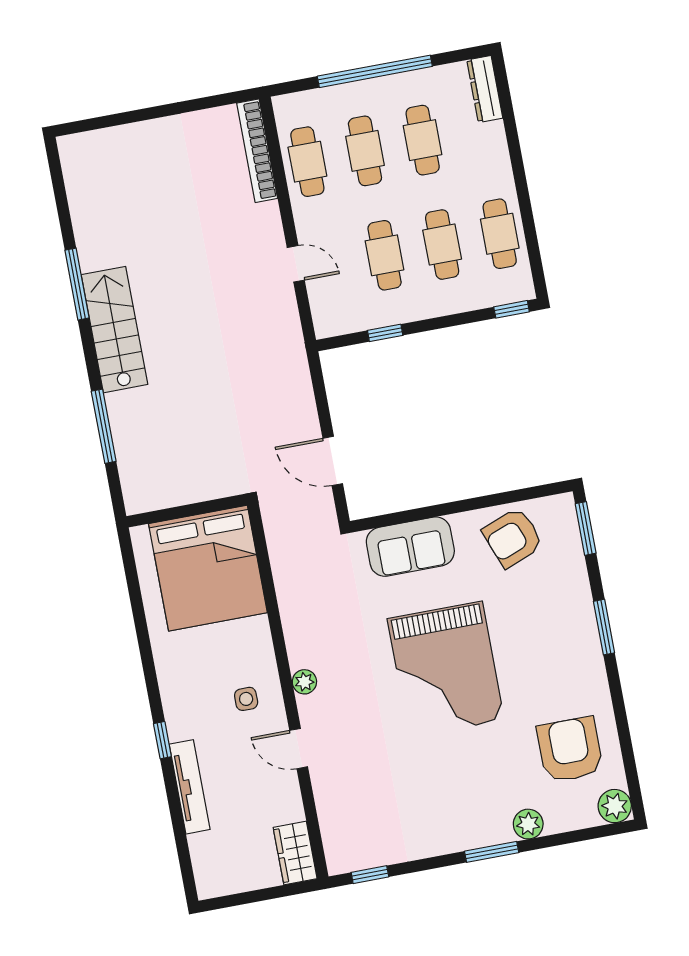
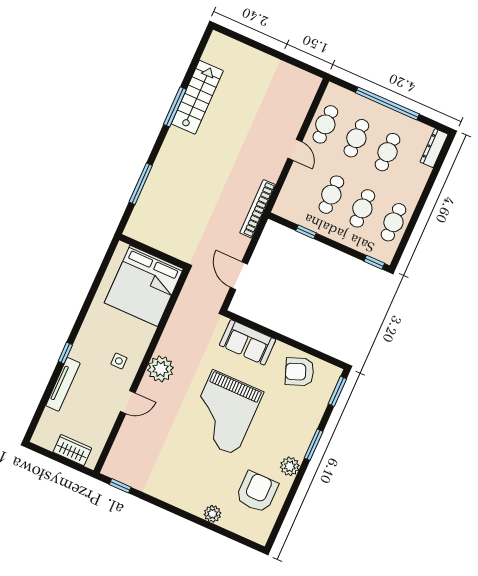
bookcase: (257, 151) -> (258, 209), moved
door: (296, 264) -> (295, 150), moved
stairs: (114, 330) -> (197, 97), moved
plant: (304, 682) -> (161, 369), width x1.88, depth x1.88
door: (299, 749) -> (128, 402), swing flipped
plant: (615, 806) -> (290, 466), moved
window: (492, 852) -> (186, 515), removed
wardrobe: (295, 853) -> (72, 450), moved, turned 90

